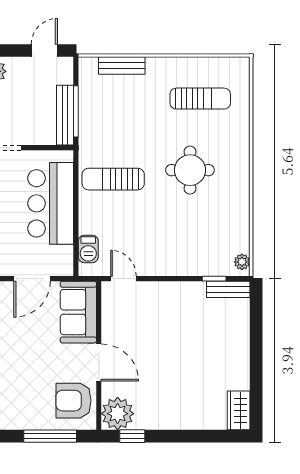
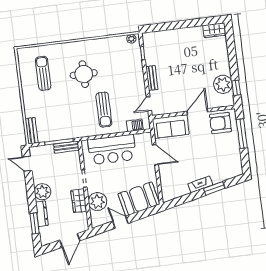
bench: (122, 66) -> (32, 131), moved
bench: (65, 115) -> (66, 147), width x0.73
sun lounger: (113, 179) -> (104, 110), moved
bench: (228, 289) -> (152, 78), moved
armchair: (74, 401) -> (220, 123), turned 90
plant: (118, 414) -> (223, 84), moved

